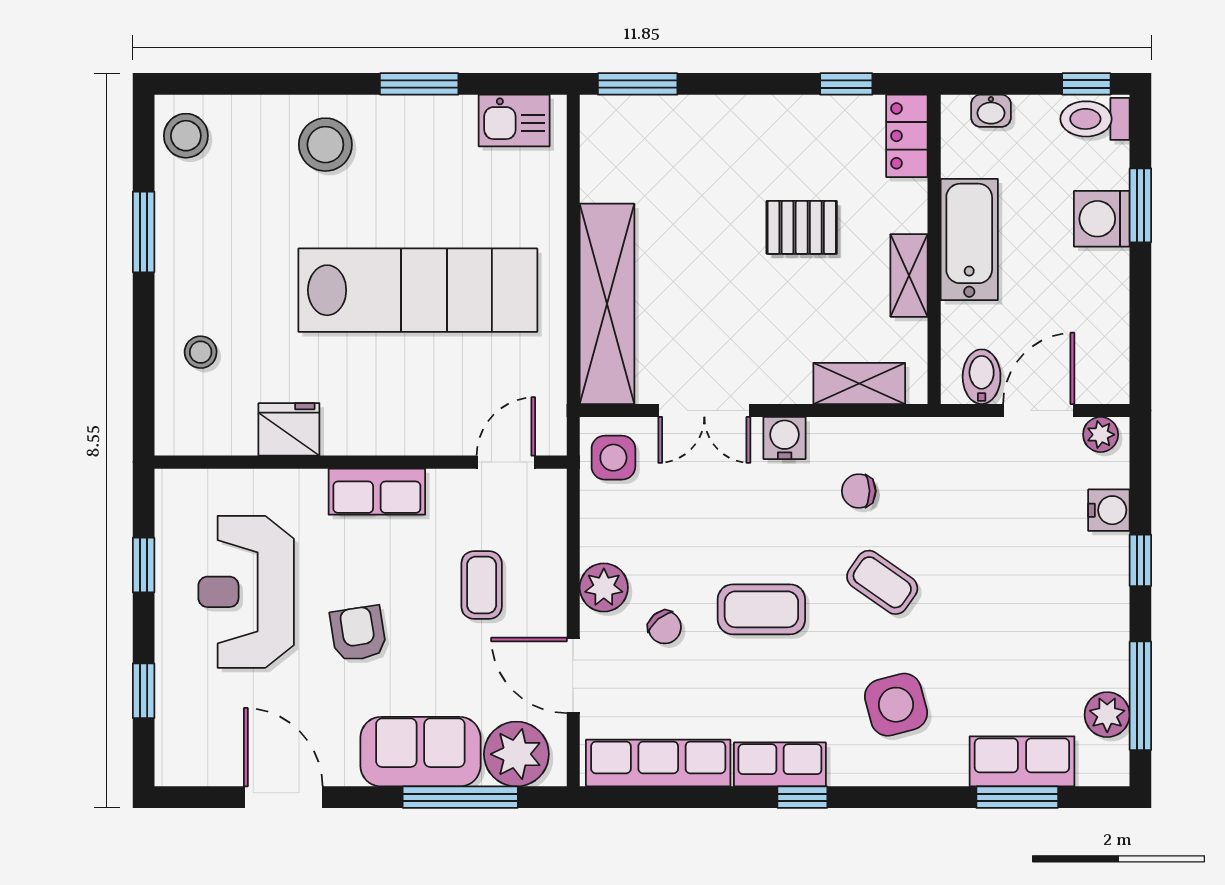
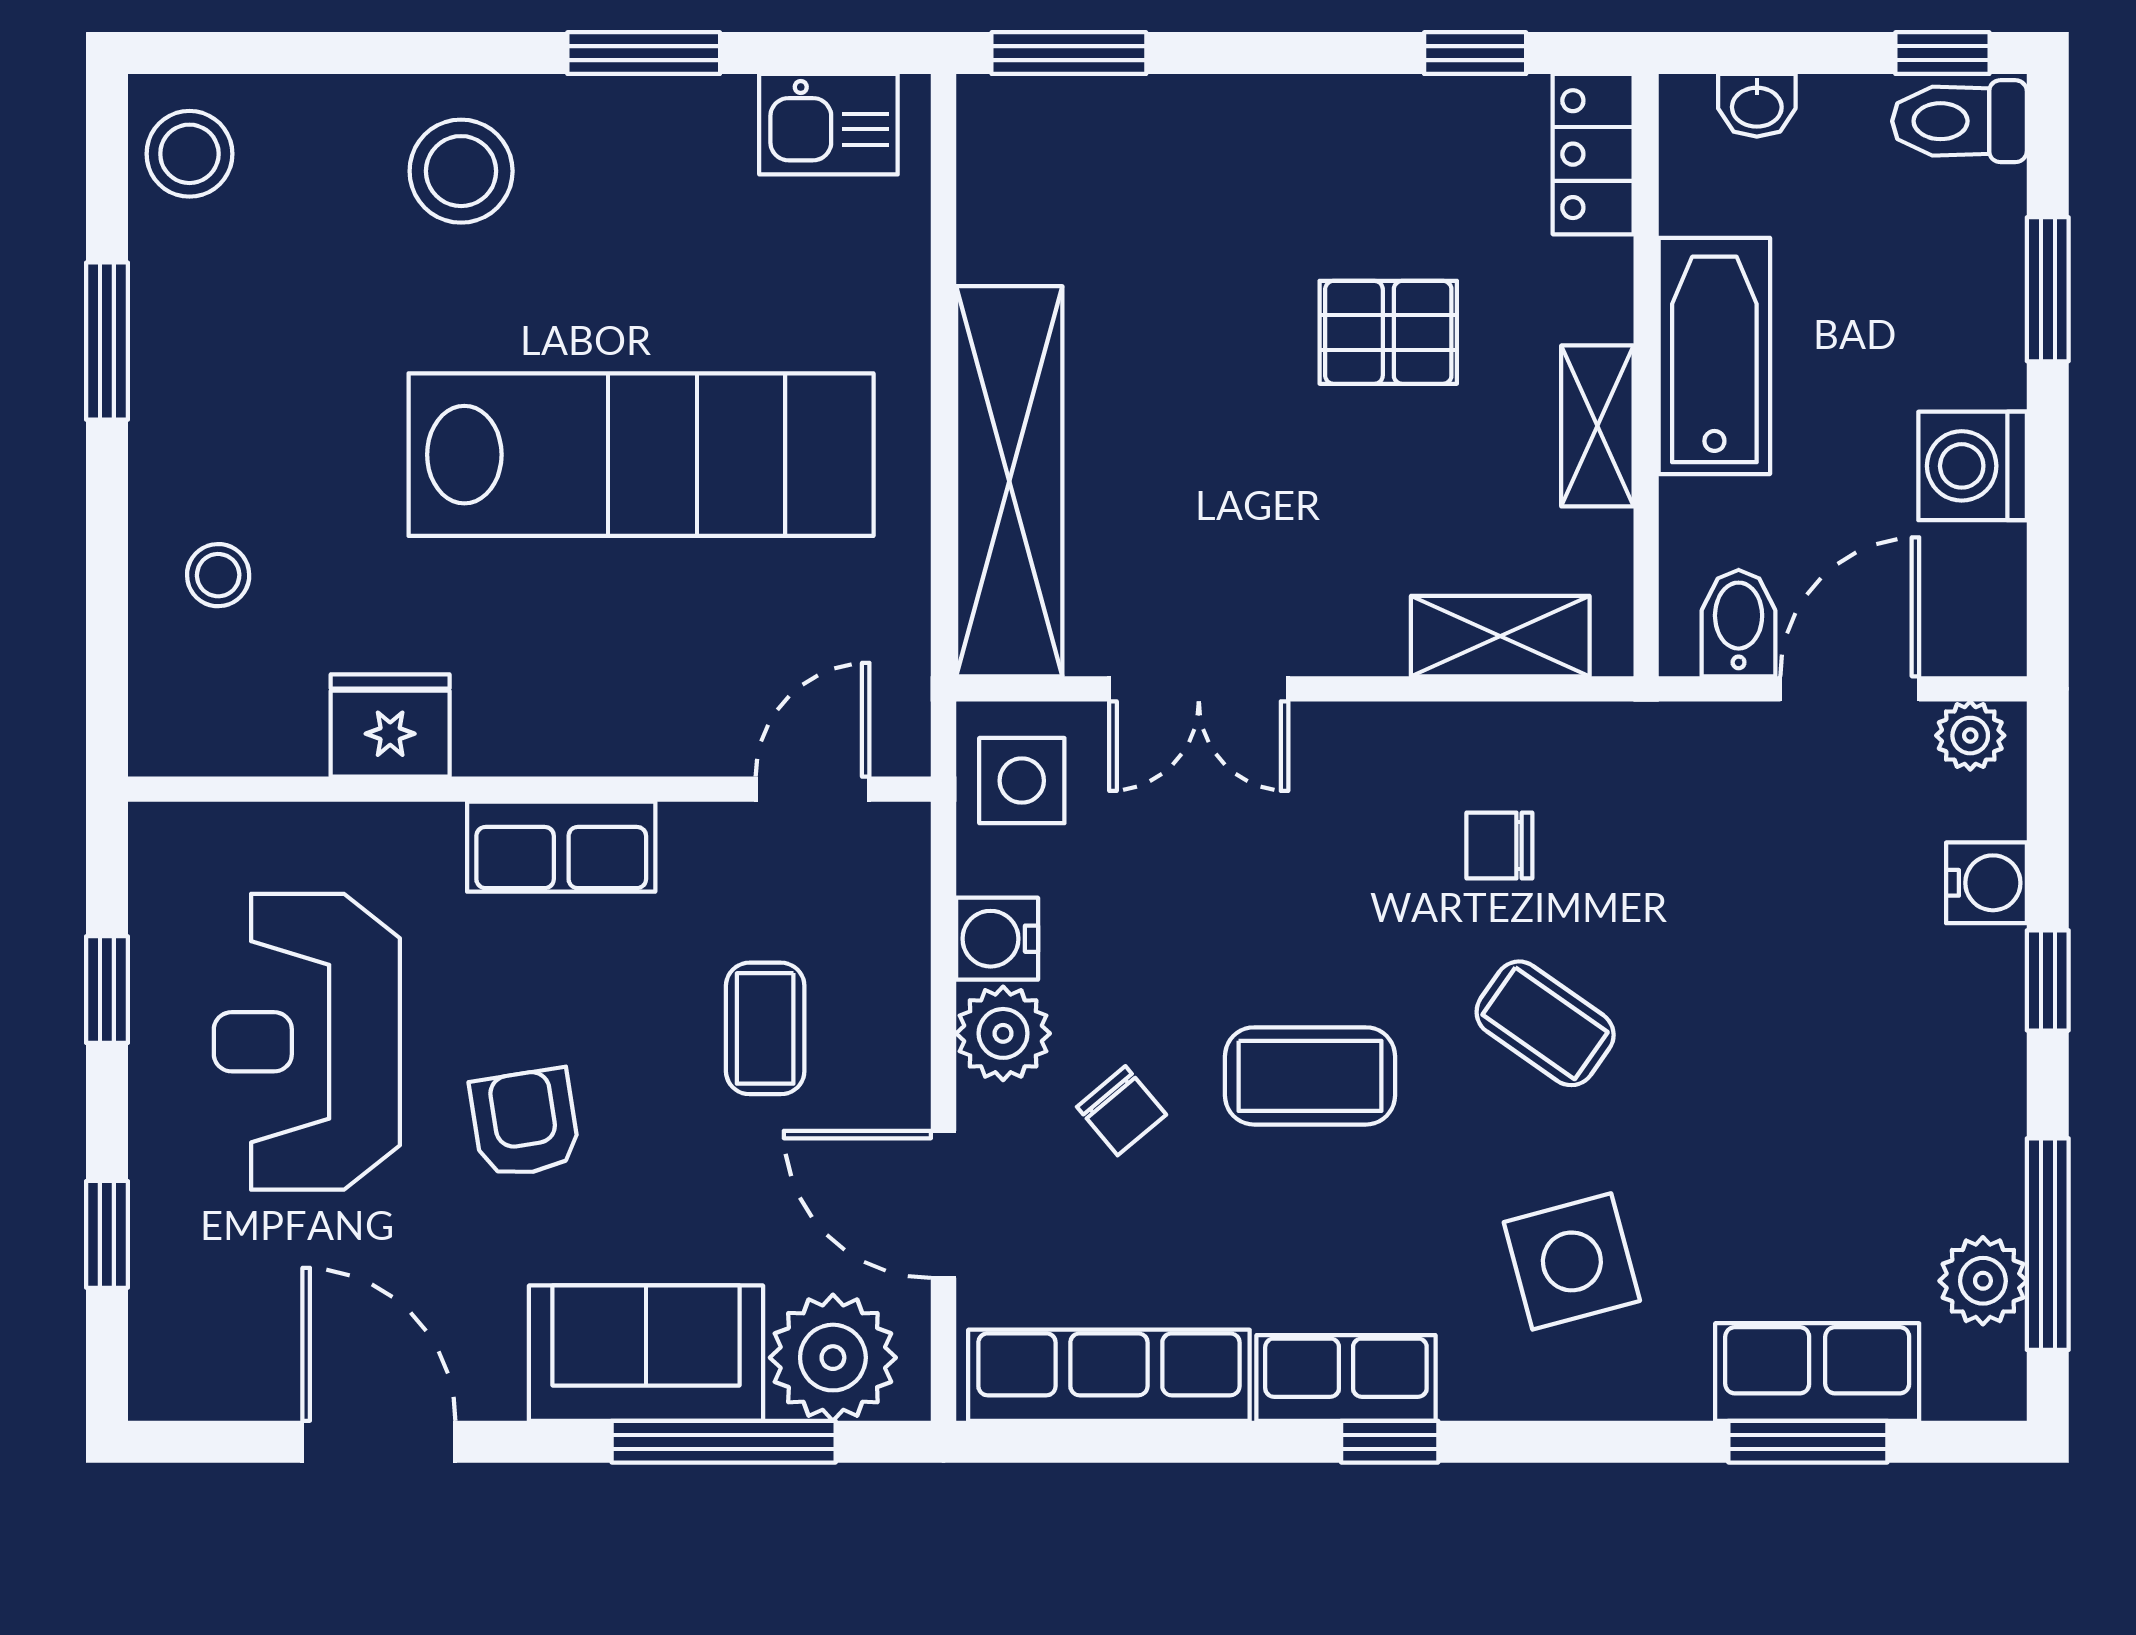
washing machine: (1102, 219) -> (1973, 466), moved
water cooler: (785, 438) -> (997, 939), moved, turned -90

